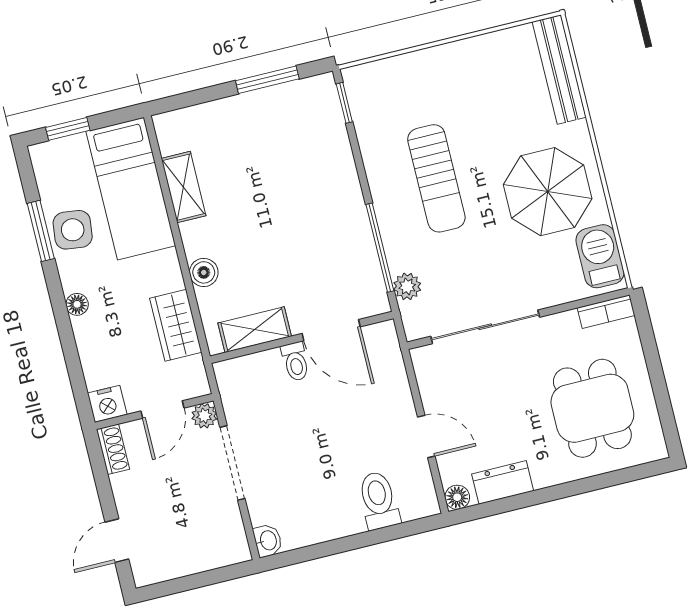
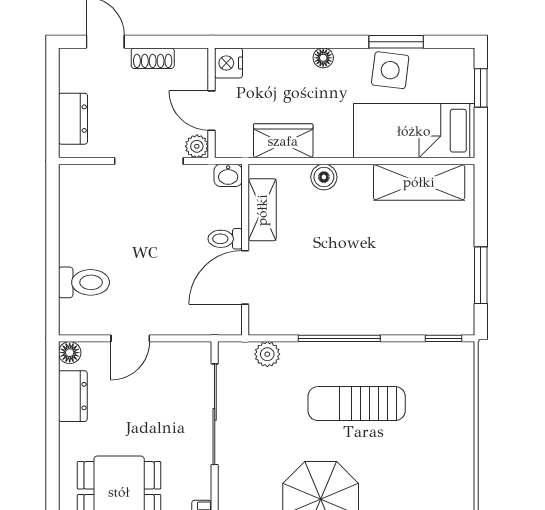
shelving: (184, 187) -> (419, 182), width x1.50, depth x1.33
window: (380, 248) -> (339, 338), moved
shoe rack: (113, 449) -> (153, 58), moved
washbasin: (268, 541) -> (228, 175), moved
dresser: (207, 555) -> (73, 119), added

